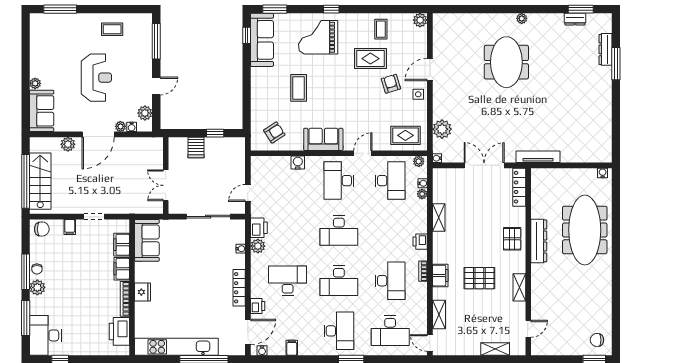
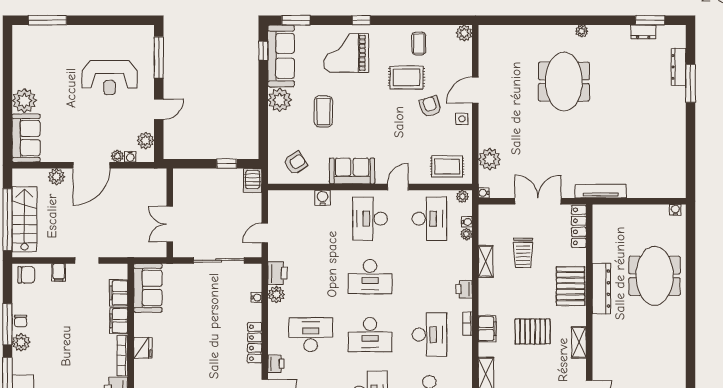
coffee table: (112, 29) -> (108, 44), removed
reception desk: (96, 78) -> (109, 78), moved, turned 90
plant: (261, 78) -> (280, 100), added
plant: (35, 83) -> (24, 101), width x1.87, depth x1.87
server rack: (196, 148) -> (253, 180), moved
trolley: (471, 210) -> (523, 253), added
meeting table: (585, 230) -> (655, 276), width x0.73
pallet: (512, 239) -> (571, 286), width x1.50, depth x1.42

